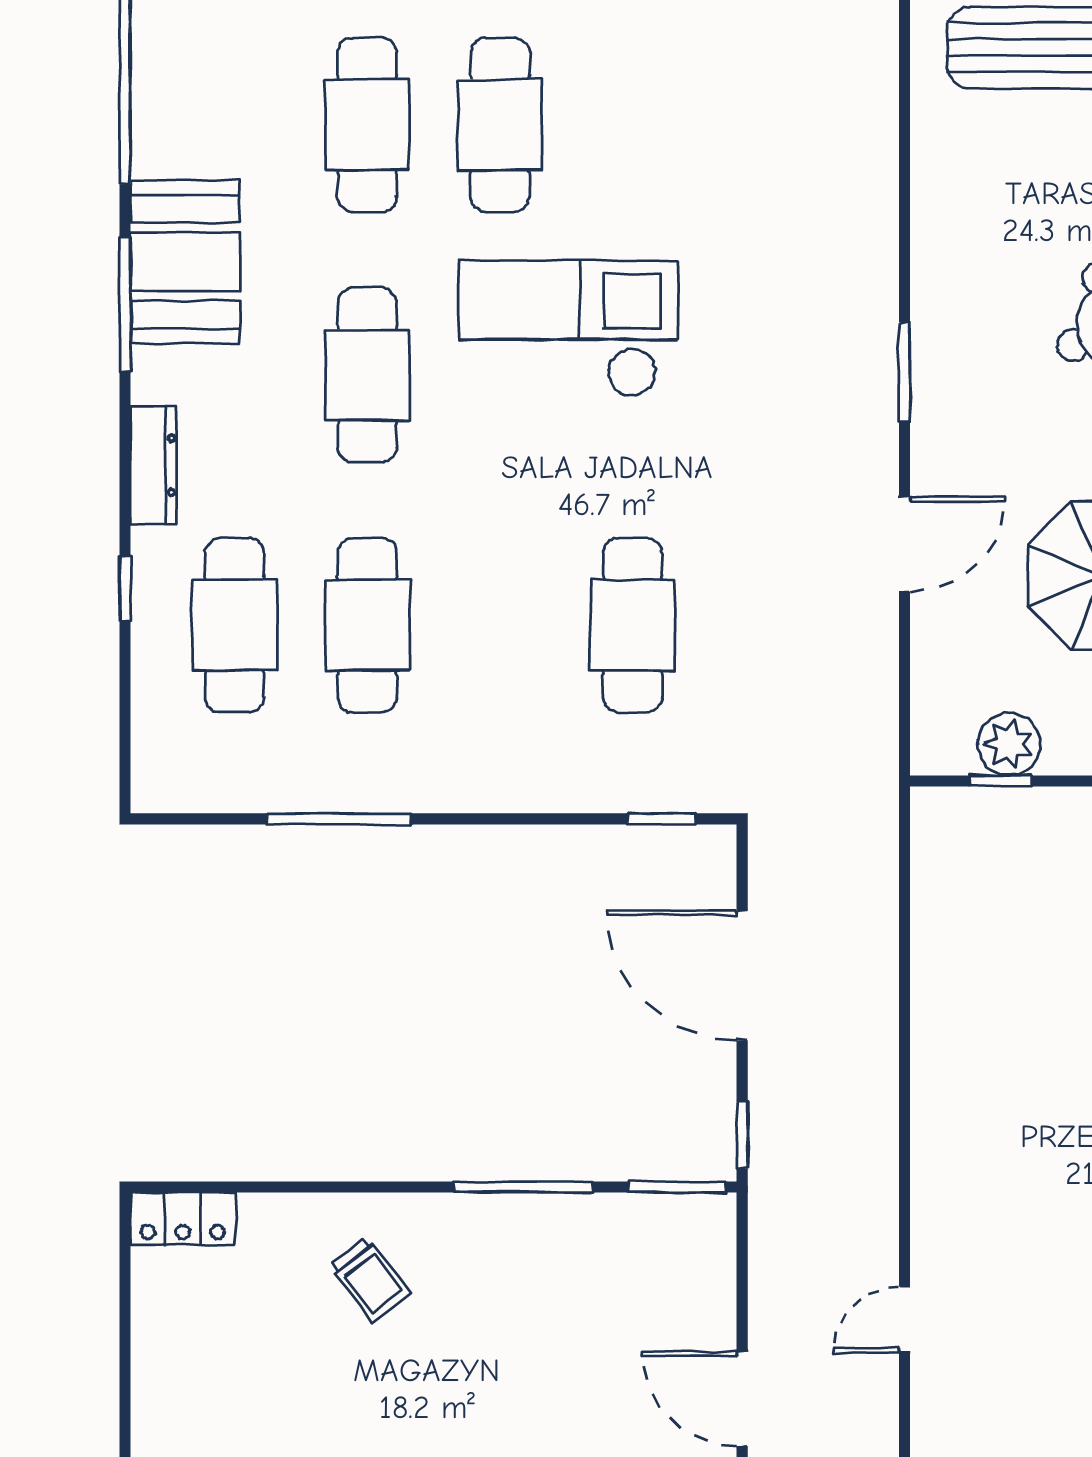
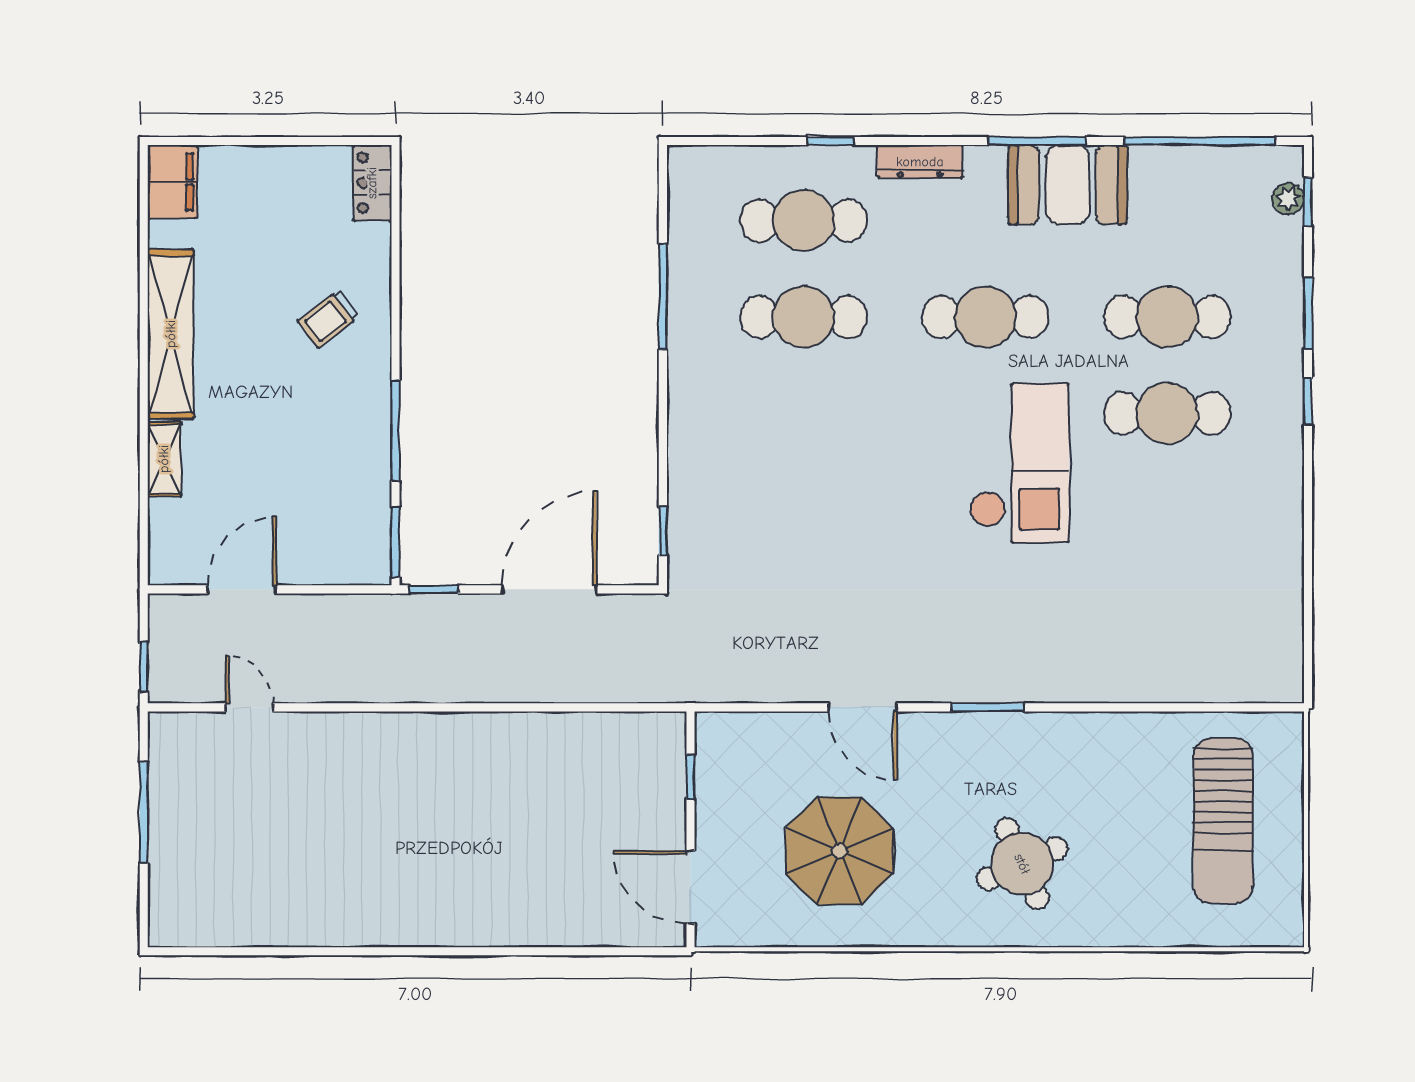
cafe table: (633, 625) -> (804, 510), removed
plant: (1009, 744) -> (717, 783), removed
door: (905, 1320) -> (249, 707), moved

